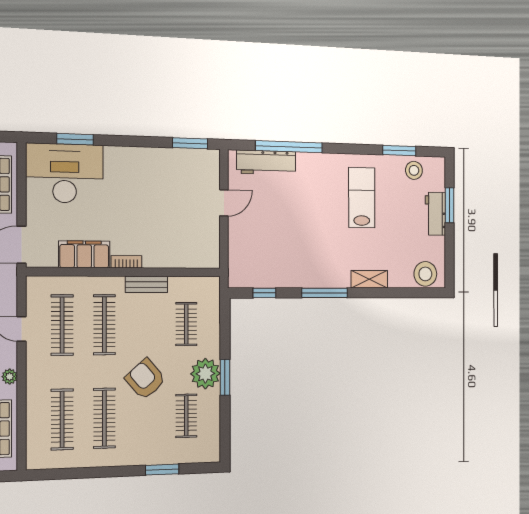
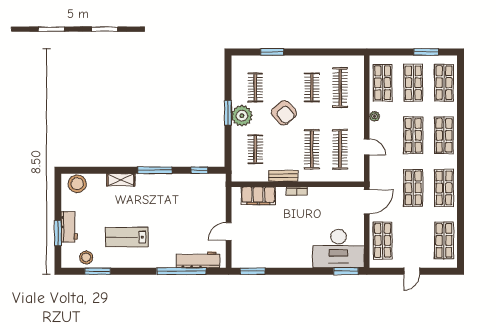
window: (75, 139) -> (346, 271), moved
lab bench: (362, 198) -> (127, 237), turned 90
filing cabinet: (84, 254) -> (258, 196), moved
clothes rail: (104, 418) -> (312, 88), width x0.73

